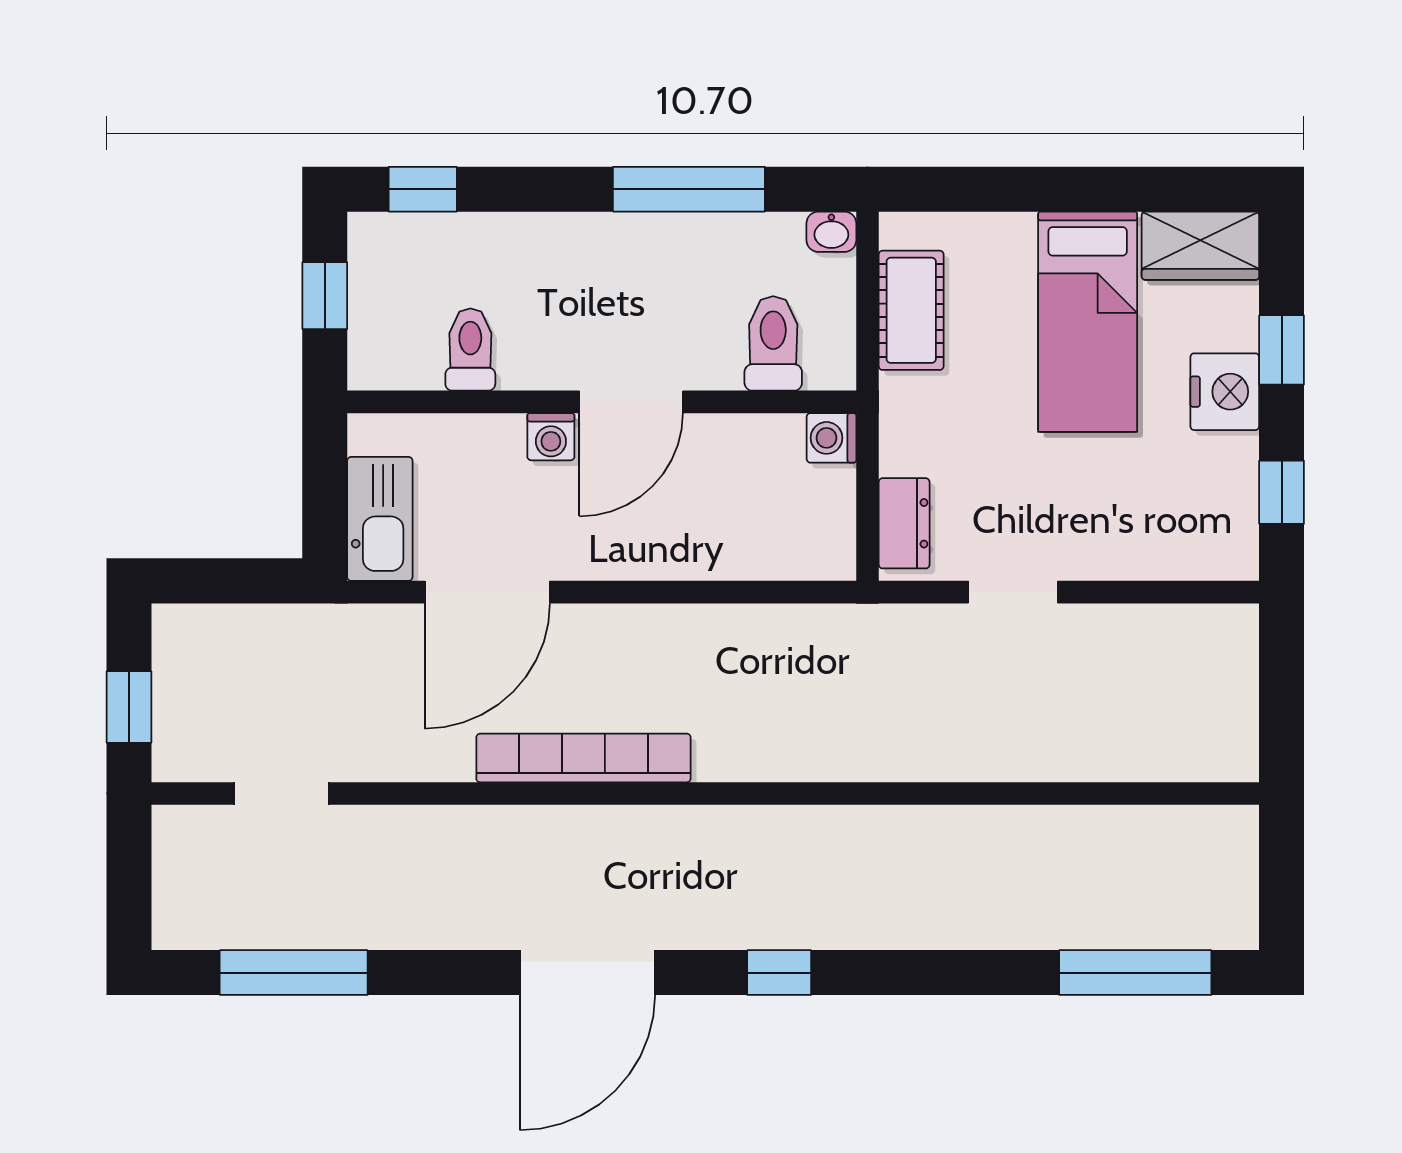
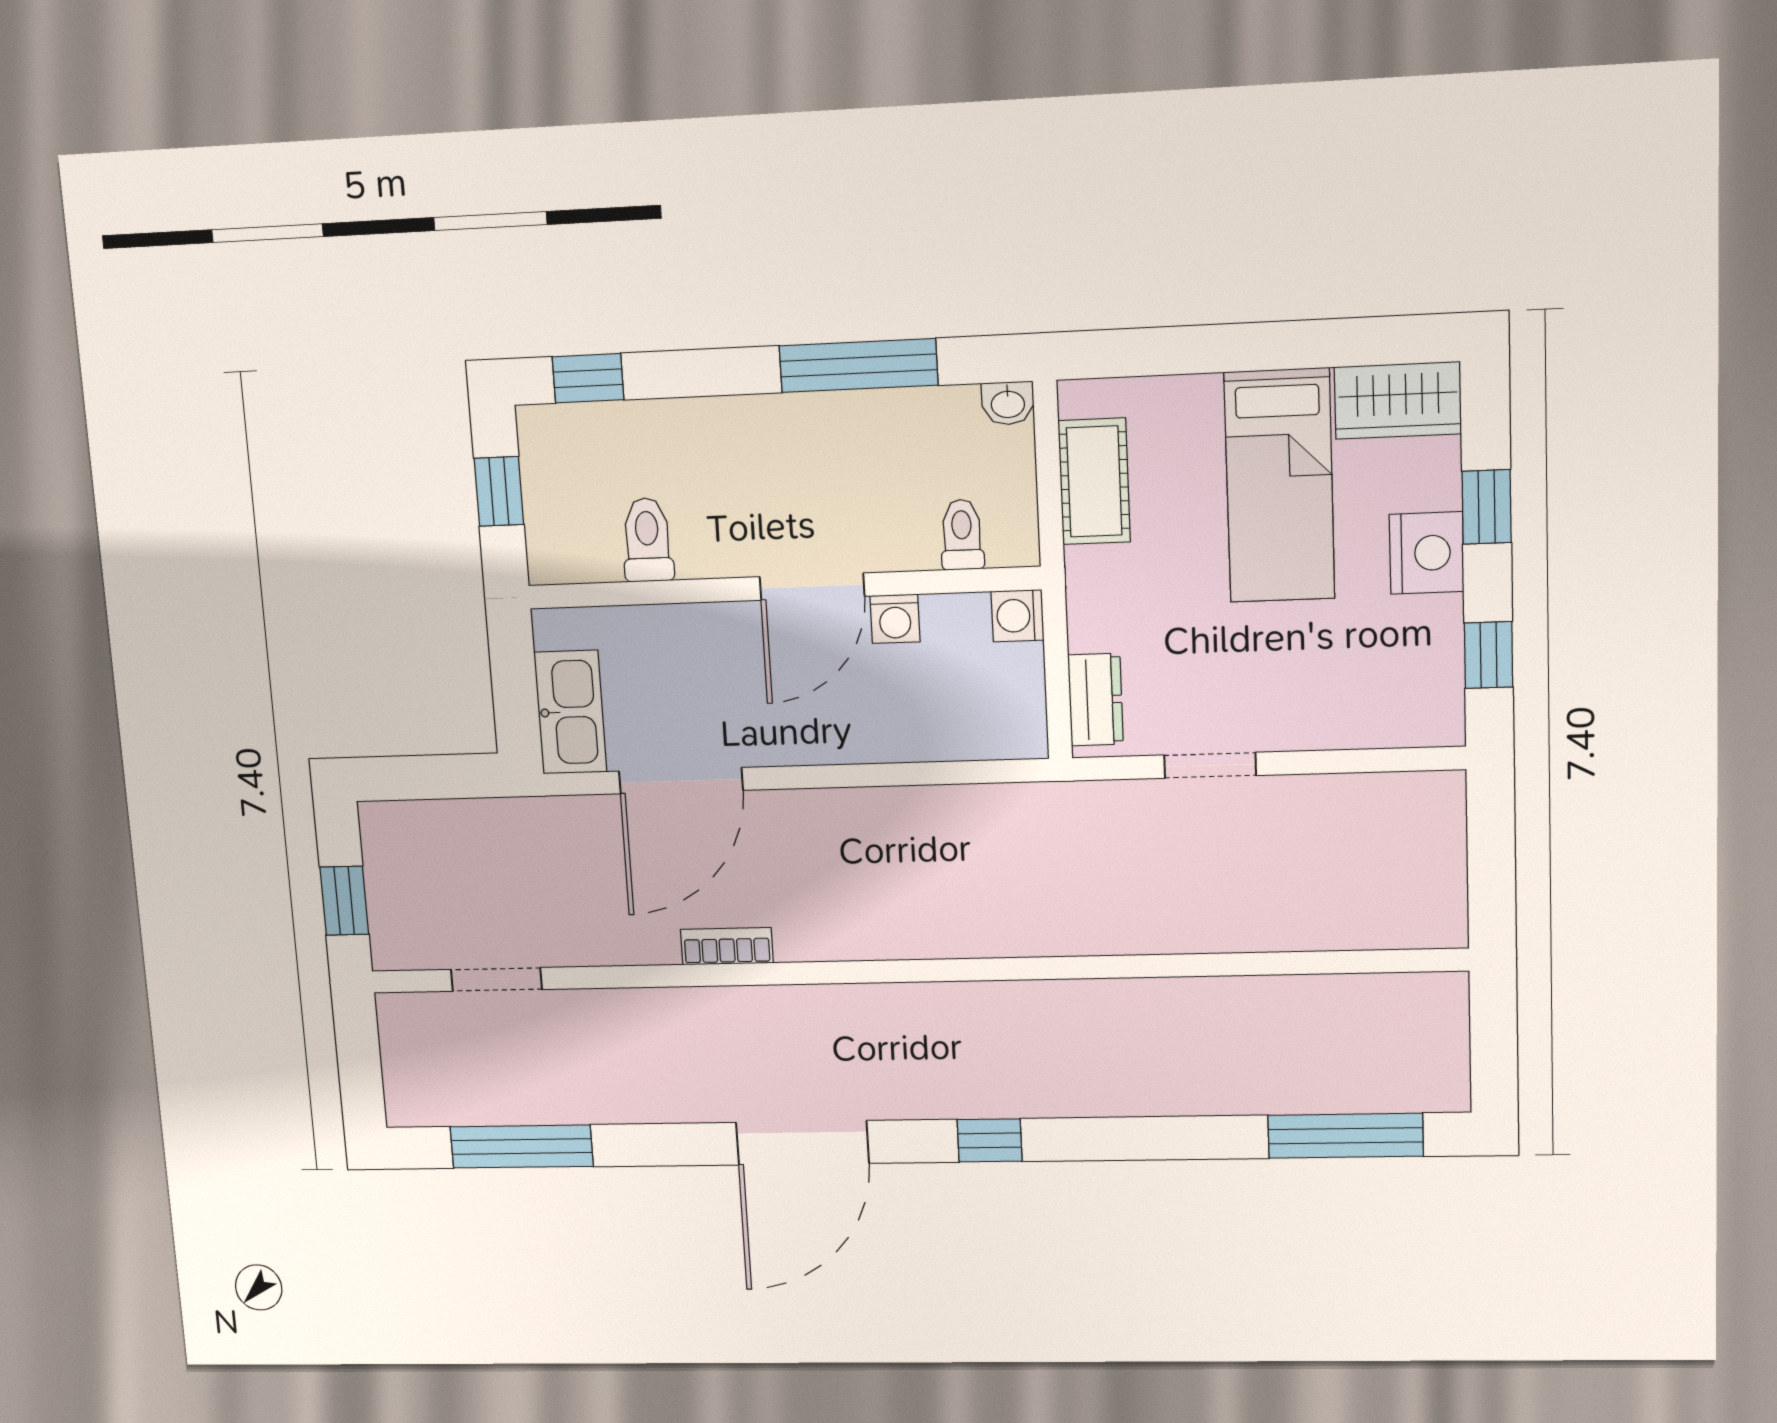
toilet: (773, 343) -> (962, 535), width x0.73, depth x0.72
washing machine: (551, 437) -> (895, 619), moved
bookcase: (583, 758) -> (727, 946), width x0.43, depth x0.76

